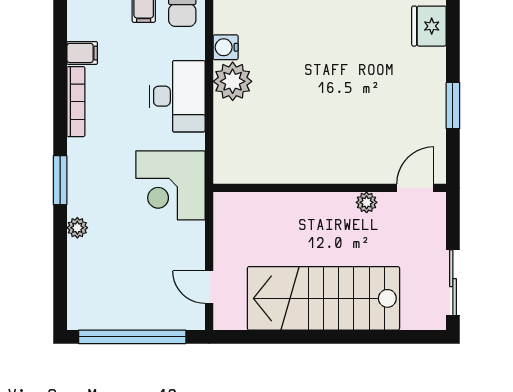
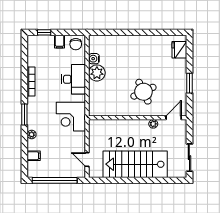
filing cabinet: (82, 53) -> (34, 156), moved
round table: (343, 126) -> (143, 92), added

